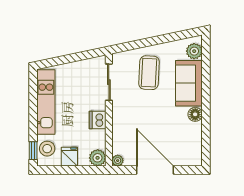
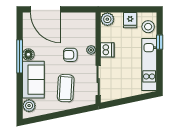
window: (206, 112) -> (20, 56), added
armchair: (143, 114) -> (70, 55), added
window: (33, 151) -> (160, 42), moved
plant: (118, 161) -> (91, 50), moved
door: (155, 170) -> (45, 9), moved

